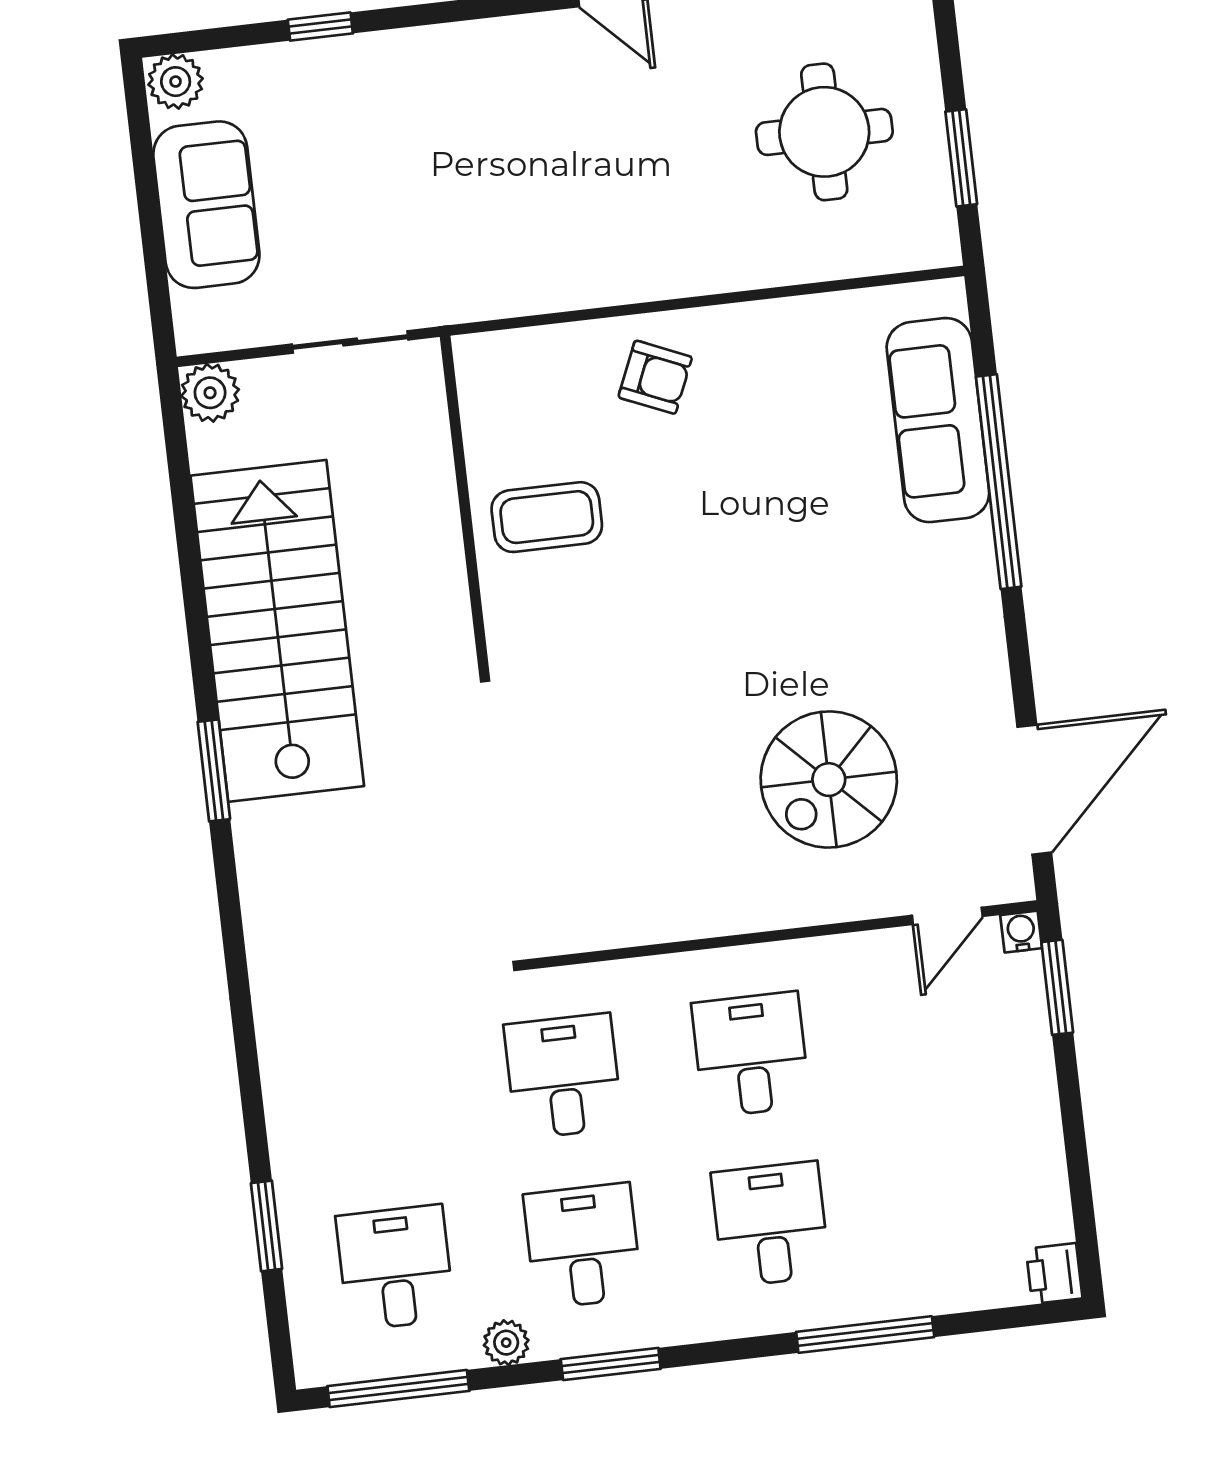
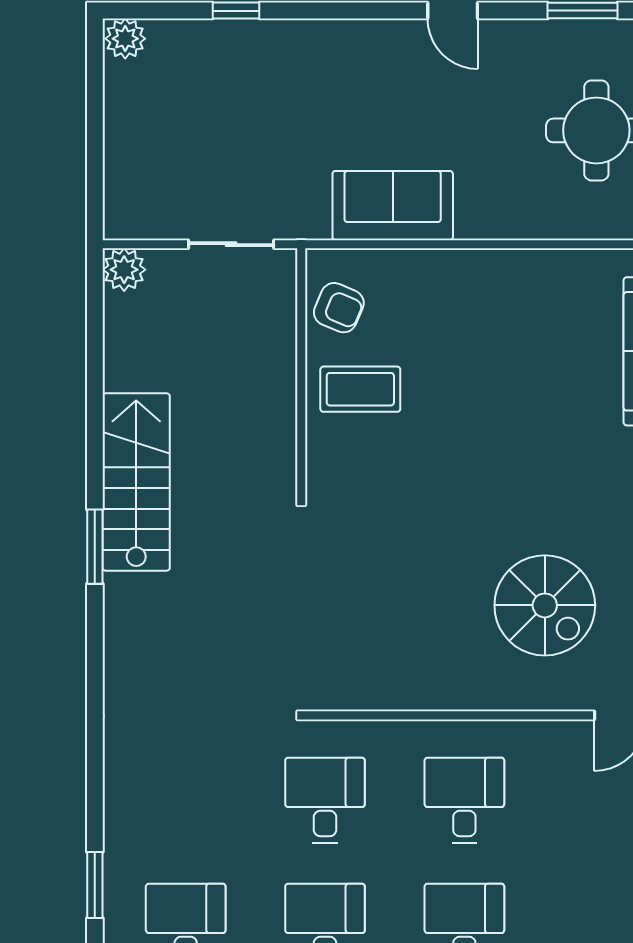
sofa: (206, 205) -> (393, 206), moved, turned -90
armchair: (655, 377) -> (339, 308), moved
stairs: (277, 631) -> (136, 482), width x0.73, depth x0.66
spiral stairs: (829, 780) -> (545, 605), turned -90

